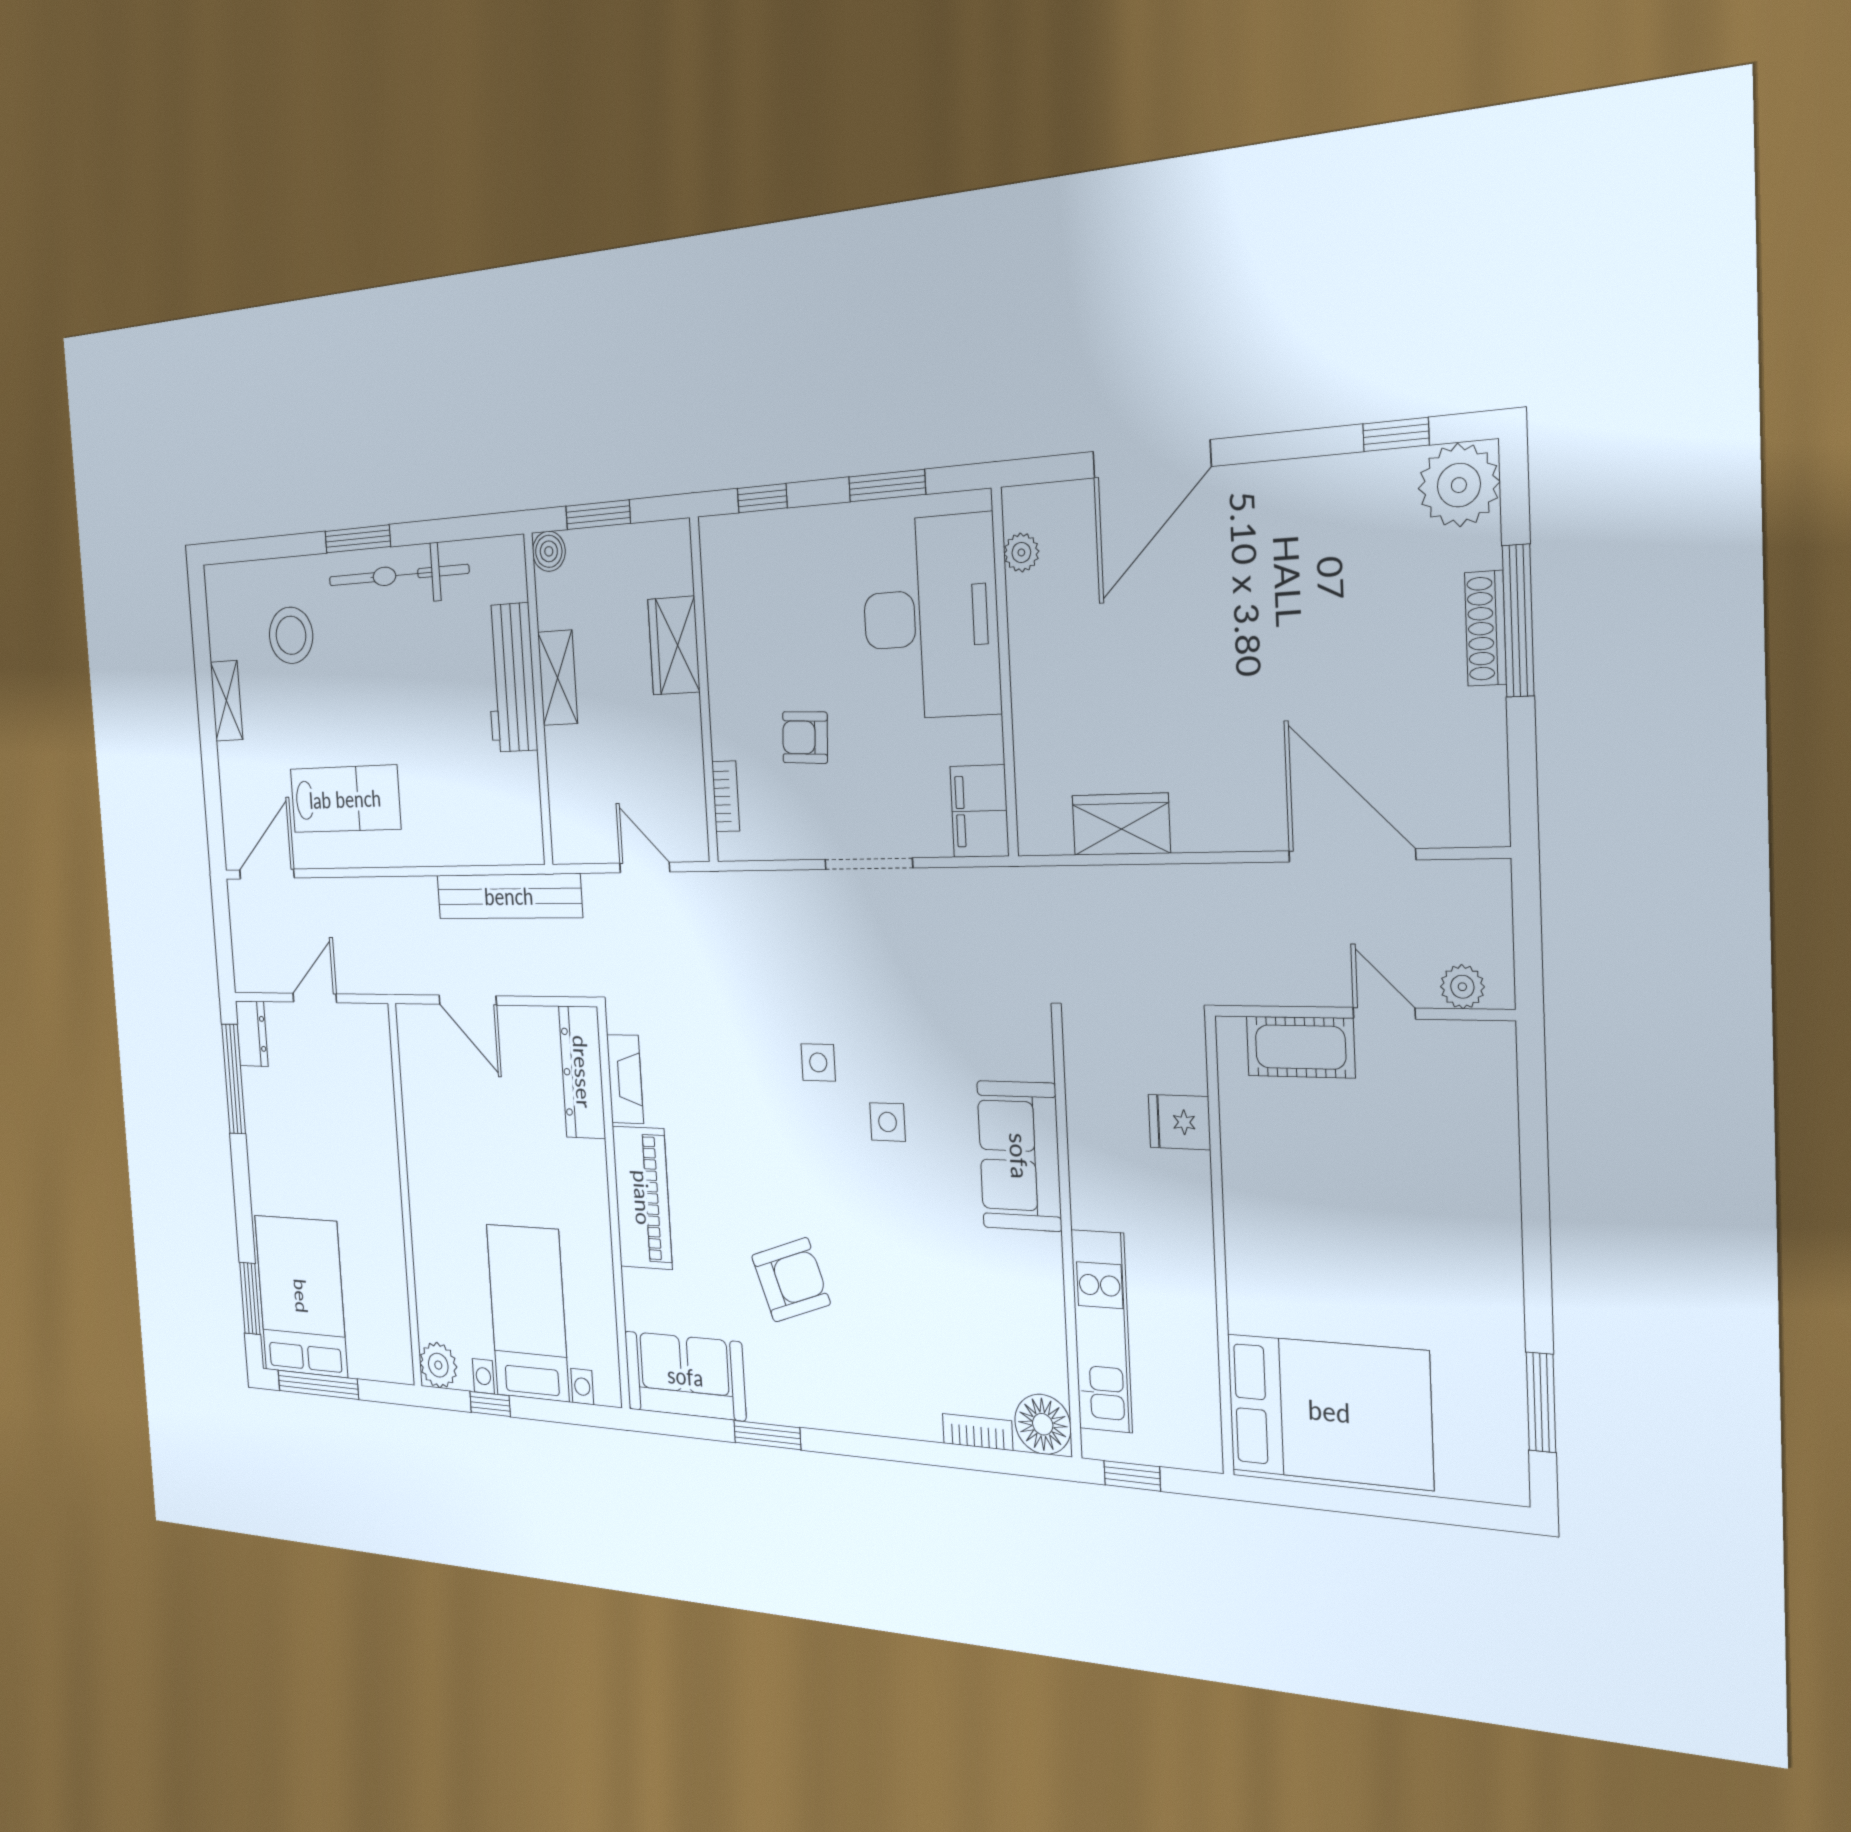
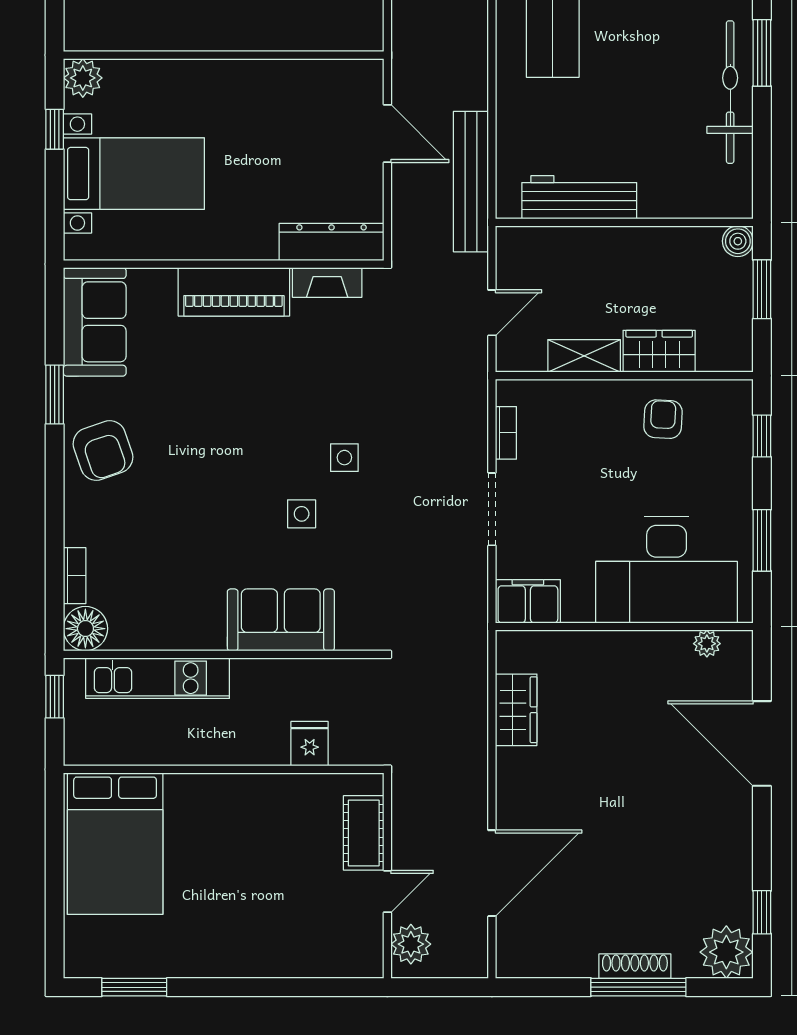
workbench: (511, 678) -> (579, 197), moved
shelving: (558, 678) -> (584, 356), moved
armchair: (805, 737) -> (663, 419), moved
bookcase: (726, 796) -> (506, 433), moved, turned -90
plant: (1462, 987) -> (411, 944), width x1.38, depth x1.38
door: (468, 1000) -> (387, 134), swing flipped
armchair: (791, 1280) -> (103, 450), moved

